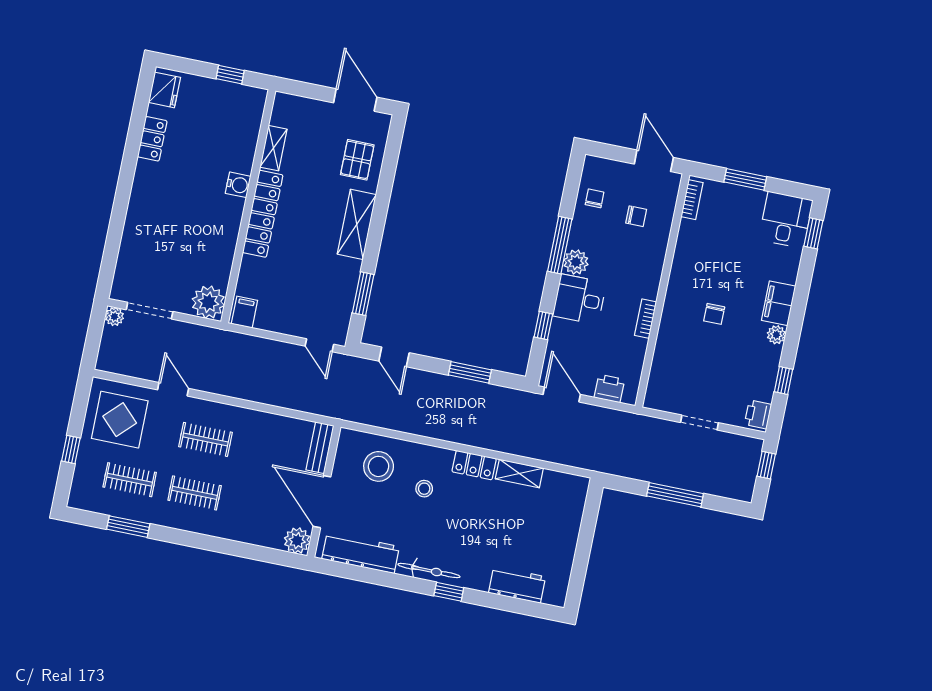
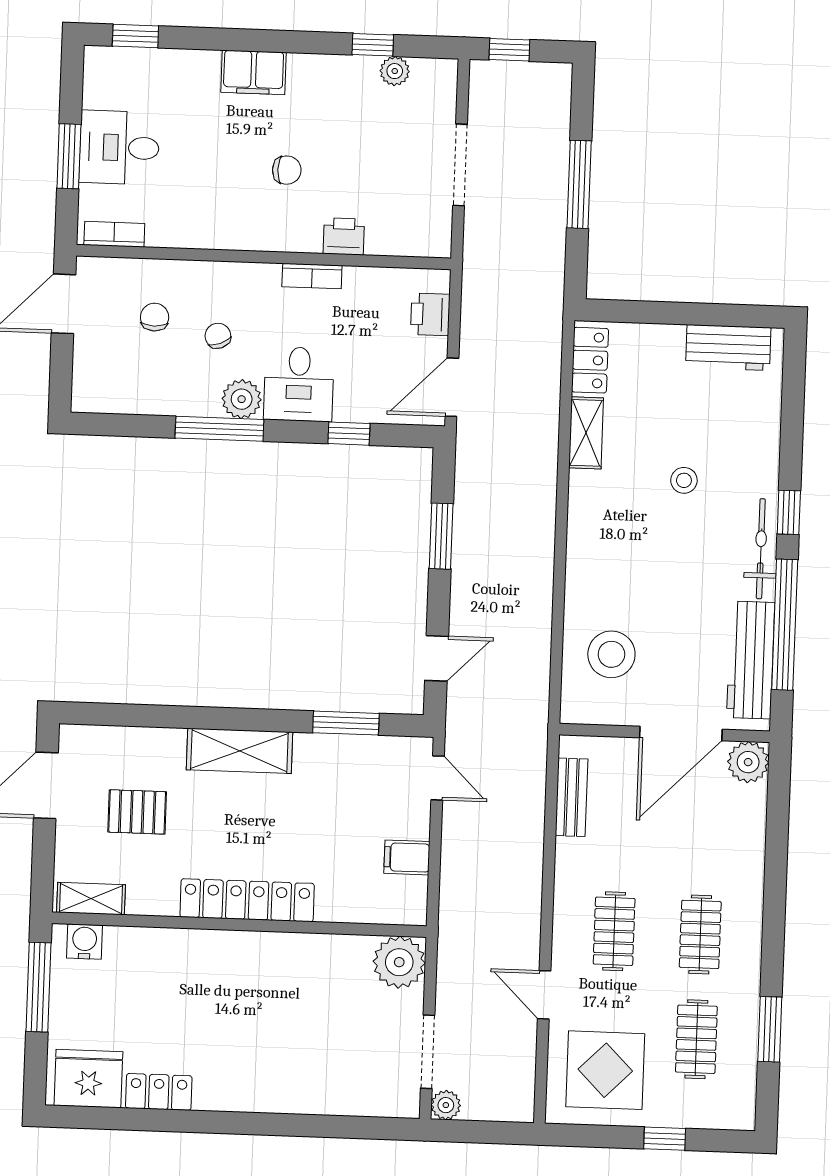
window: (230, 75) -> (38, 987), width x2.17
fridge: (165, 90) -> (88, 1079), width x1.36, depth x1.34
shelving: (273, 148) -> (91, 899), moved
pallet: (357, 160) -> (137, 812), moved
water cooler: (238, 185) -> (85, 942), moved
chair: (595, 198) -> (218, 336), moved, turned 69
desk: (786, 220) -> (119, 148), moved
filing cabinet: (244, 312) -> (407, 857), moved
plant: (776, 335) -> (395, 71), moved
door: (319, 345) -> (438, 778), hinge flipped
door: (173, 389) -> (544, 995), hinge flipped
printer: (758, 414) -> (344, 236), moved, turned 180
doorway: (700, 423) -> (460, 165), width x1.38
bench: (320, 448) -> (572, 797), moved, turned 90
locker: (474, 465) -> (590, 360), moved
stool: (424, 489) -> (684, 480), moved
window: (379, 578) -> (785, 625), added
workbench: (517, 585) -> (728, 348), moved, turned -90

